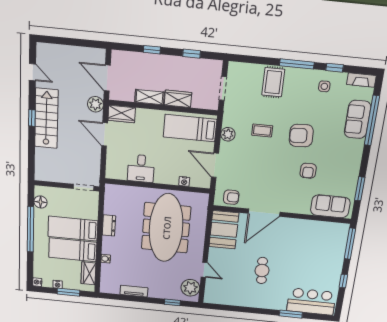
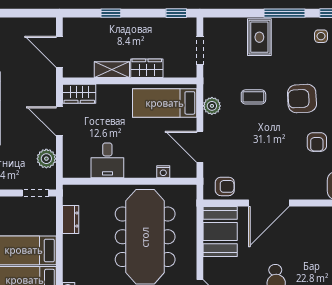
window: (192, 54) -> (176, 13), moved
plant: (95, 104) -> (46, 159), moved
dresser: (109, 225) -> (71, 220), moved

